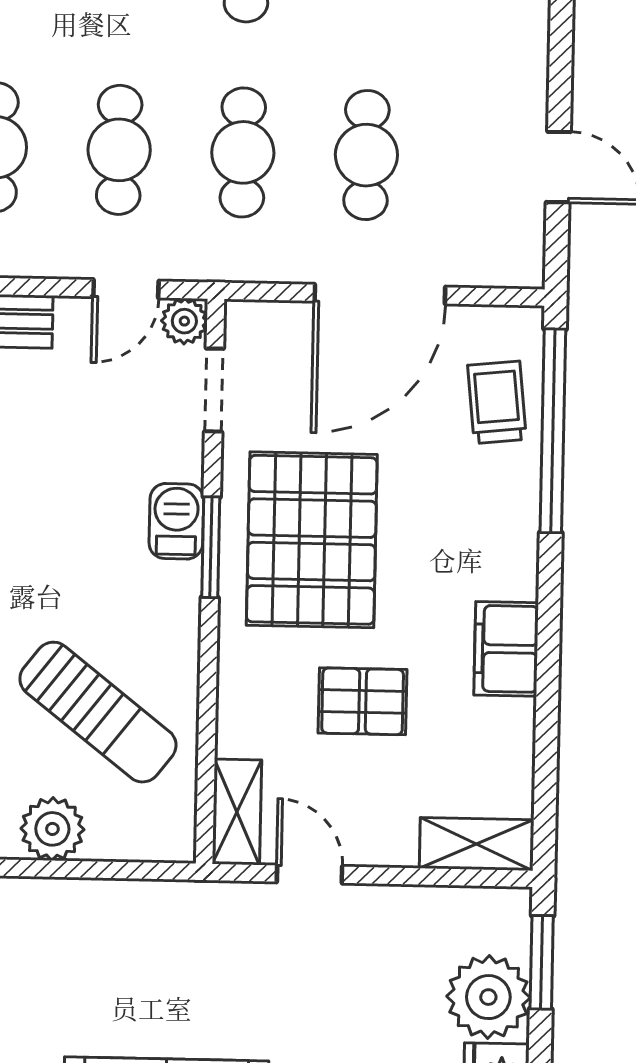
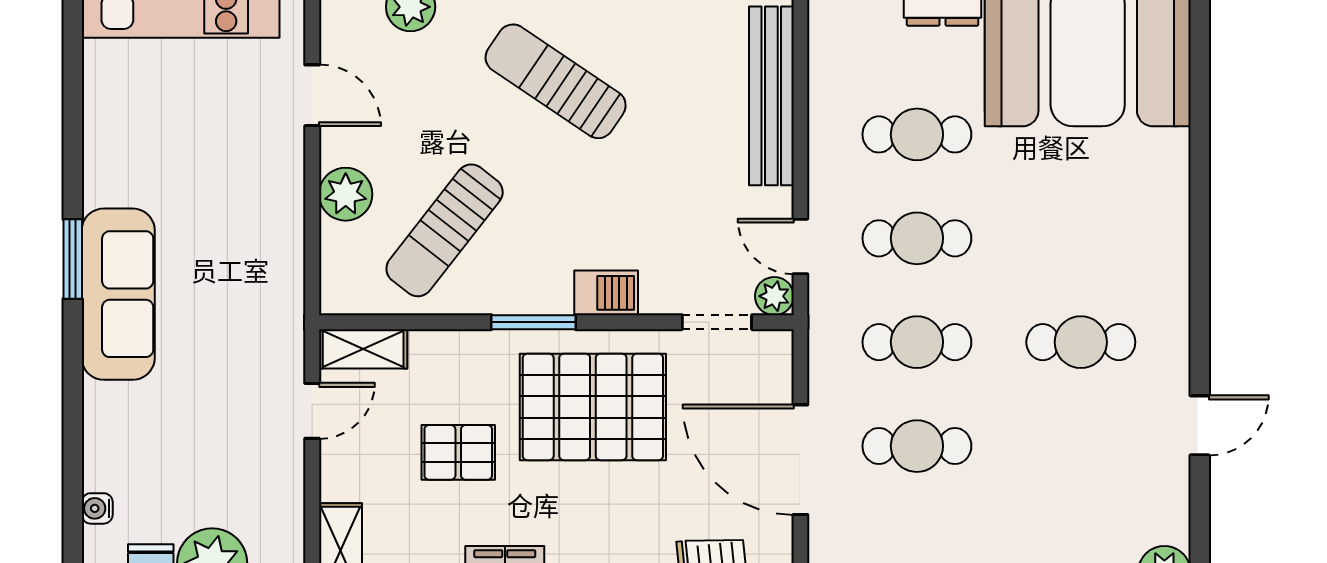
window: (211, 547) -> (534, 322), moved
pallet: (363, 701) -> (458, 452), turned 90

